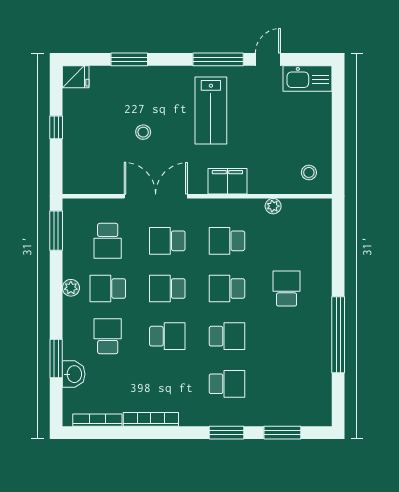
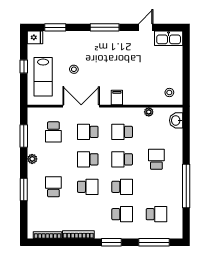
window: (129, 59) -> (55, 27), moved
window: (218, 59) -> (105, 27), moved
lab bench: (211, 111) -> (43, 77), moved
filing cabinet: (227, 181) -> (117, 98), width x0.50
window: (56, 231) -> (24, 136), moved
school desk: (108, 288) -> (156, 214), moved, turned 180
window: (56, 359) -> (24, 190), moved
washbasin: (74, 374) -> (176, 120), moved, turned 180
window: (227, 433) -> (111, 242), moved
window: (282, 433) -> (154, 242), width x1.44

